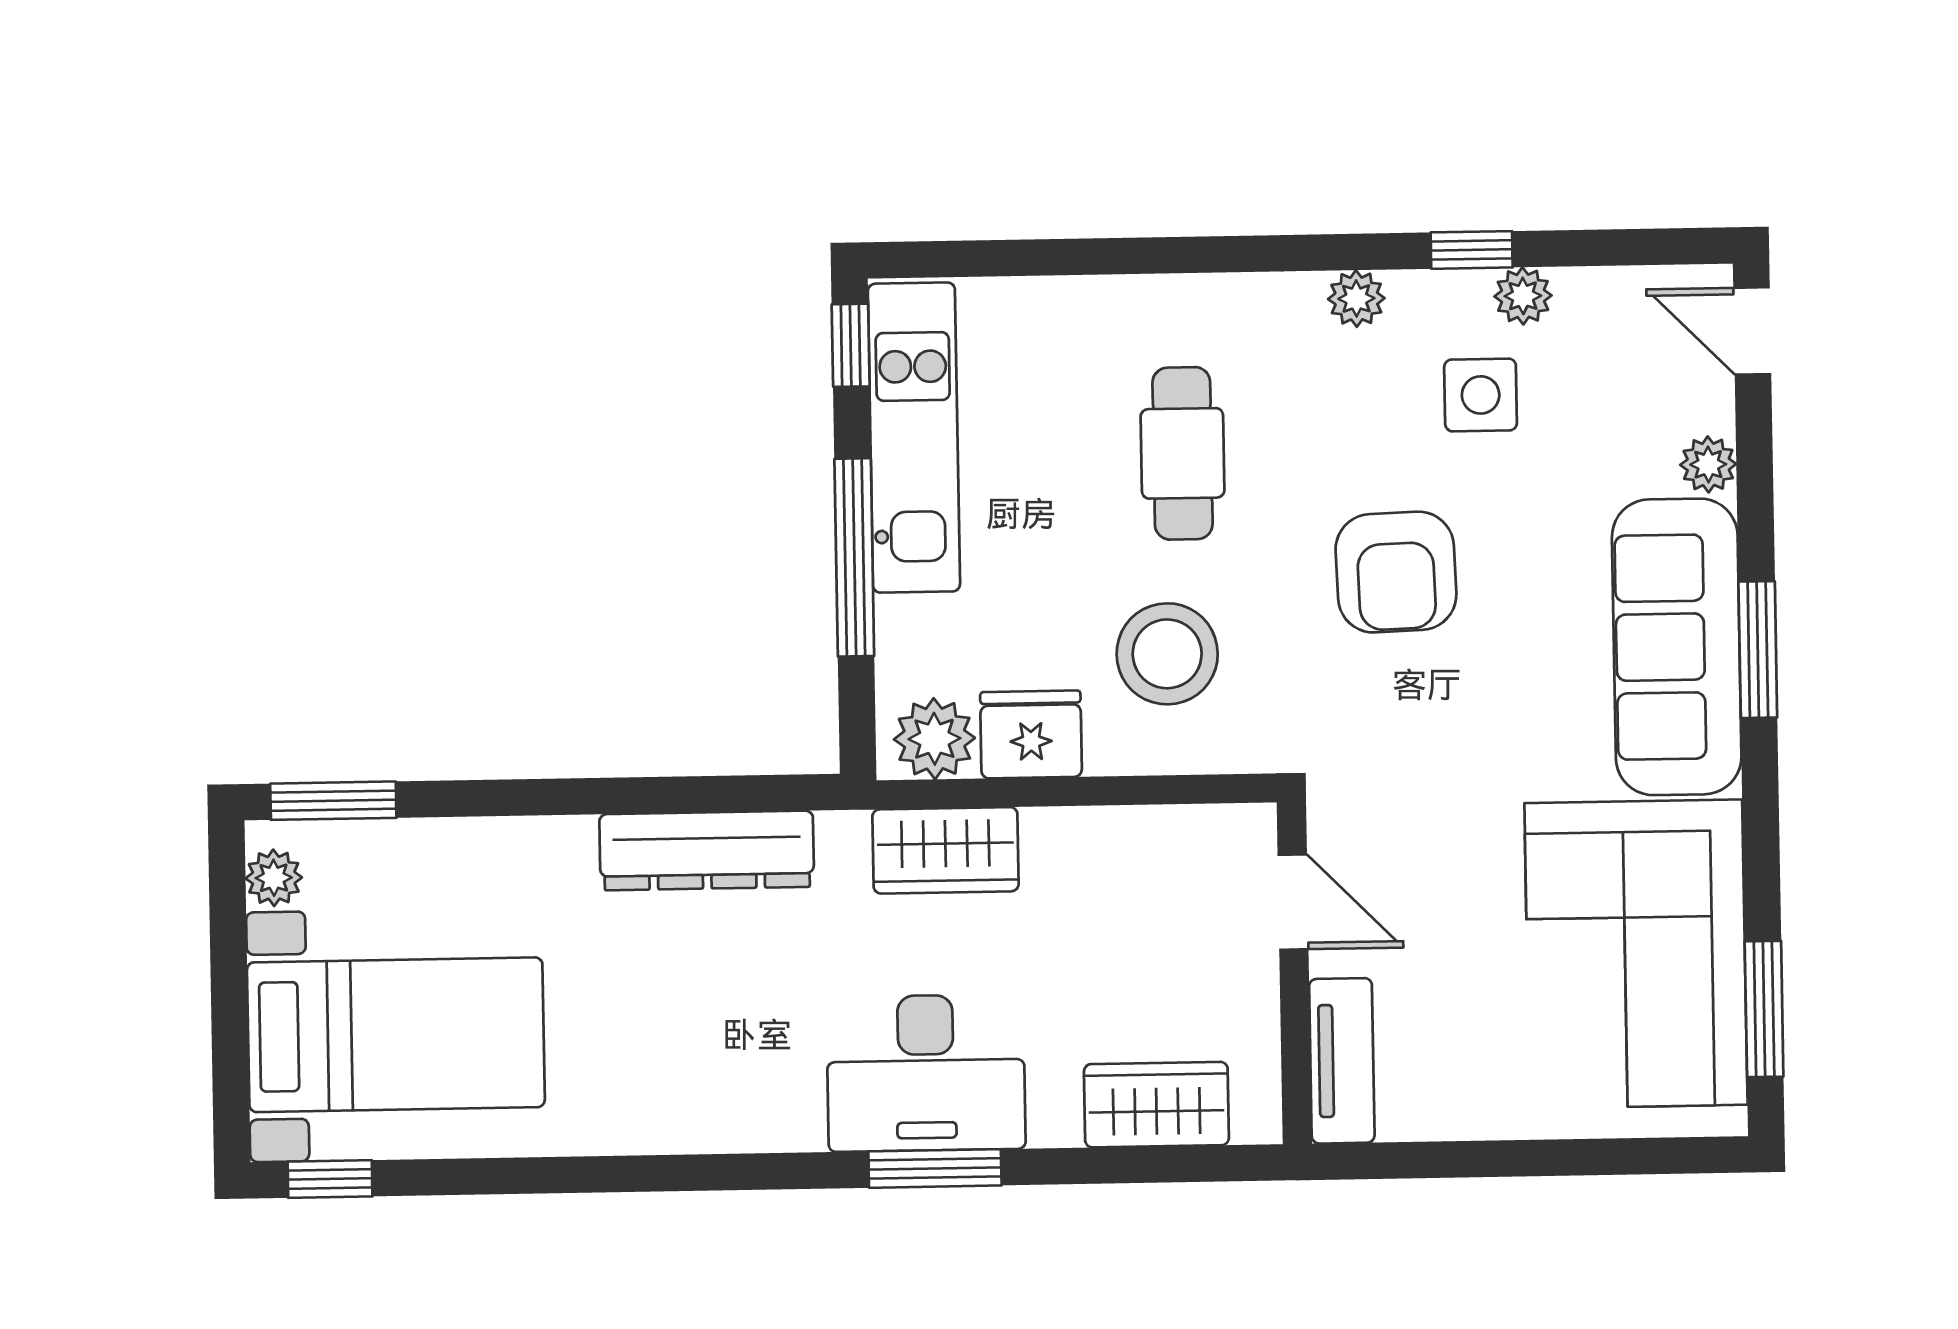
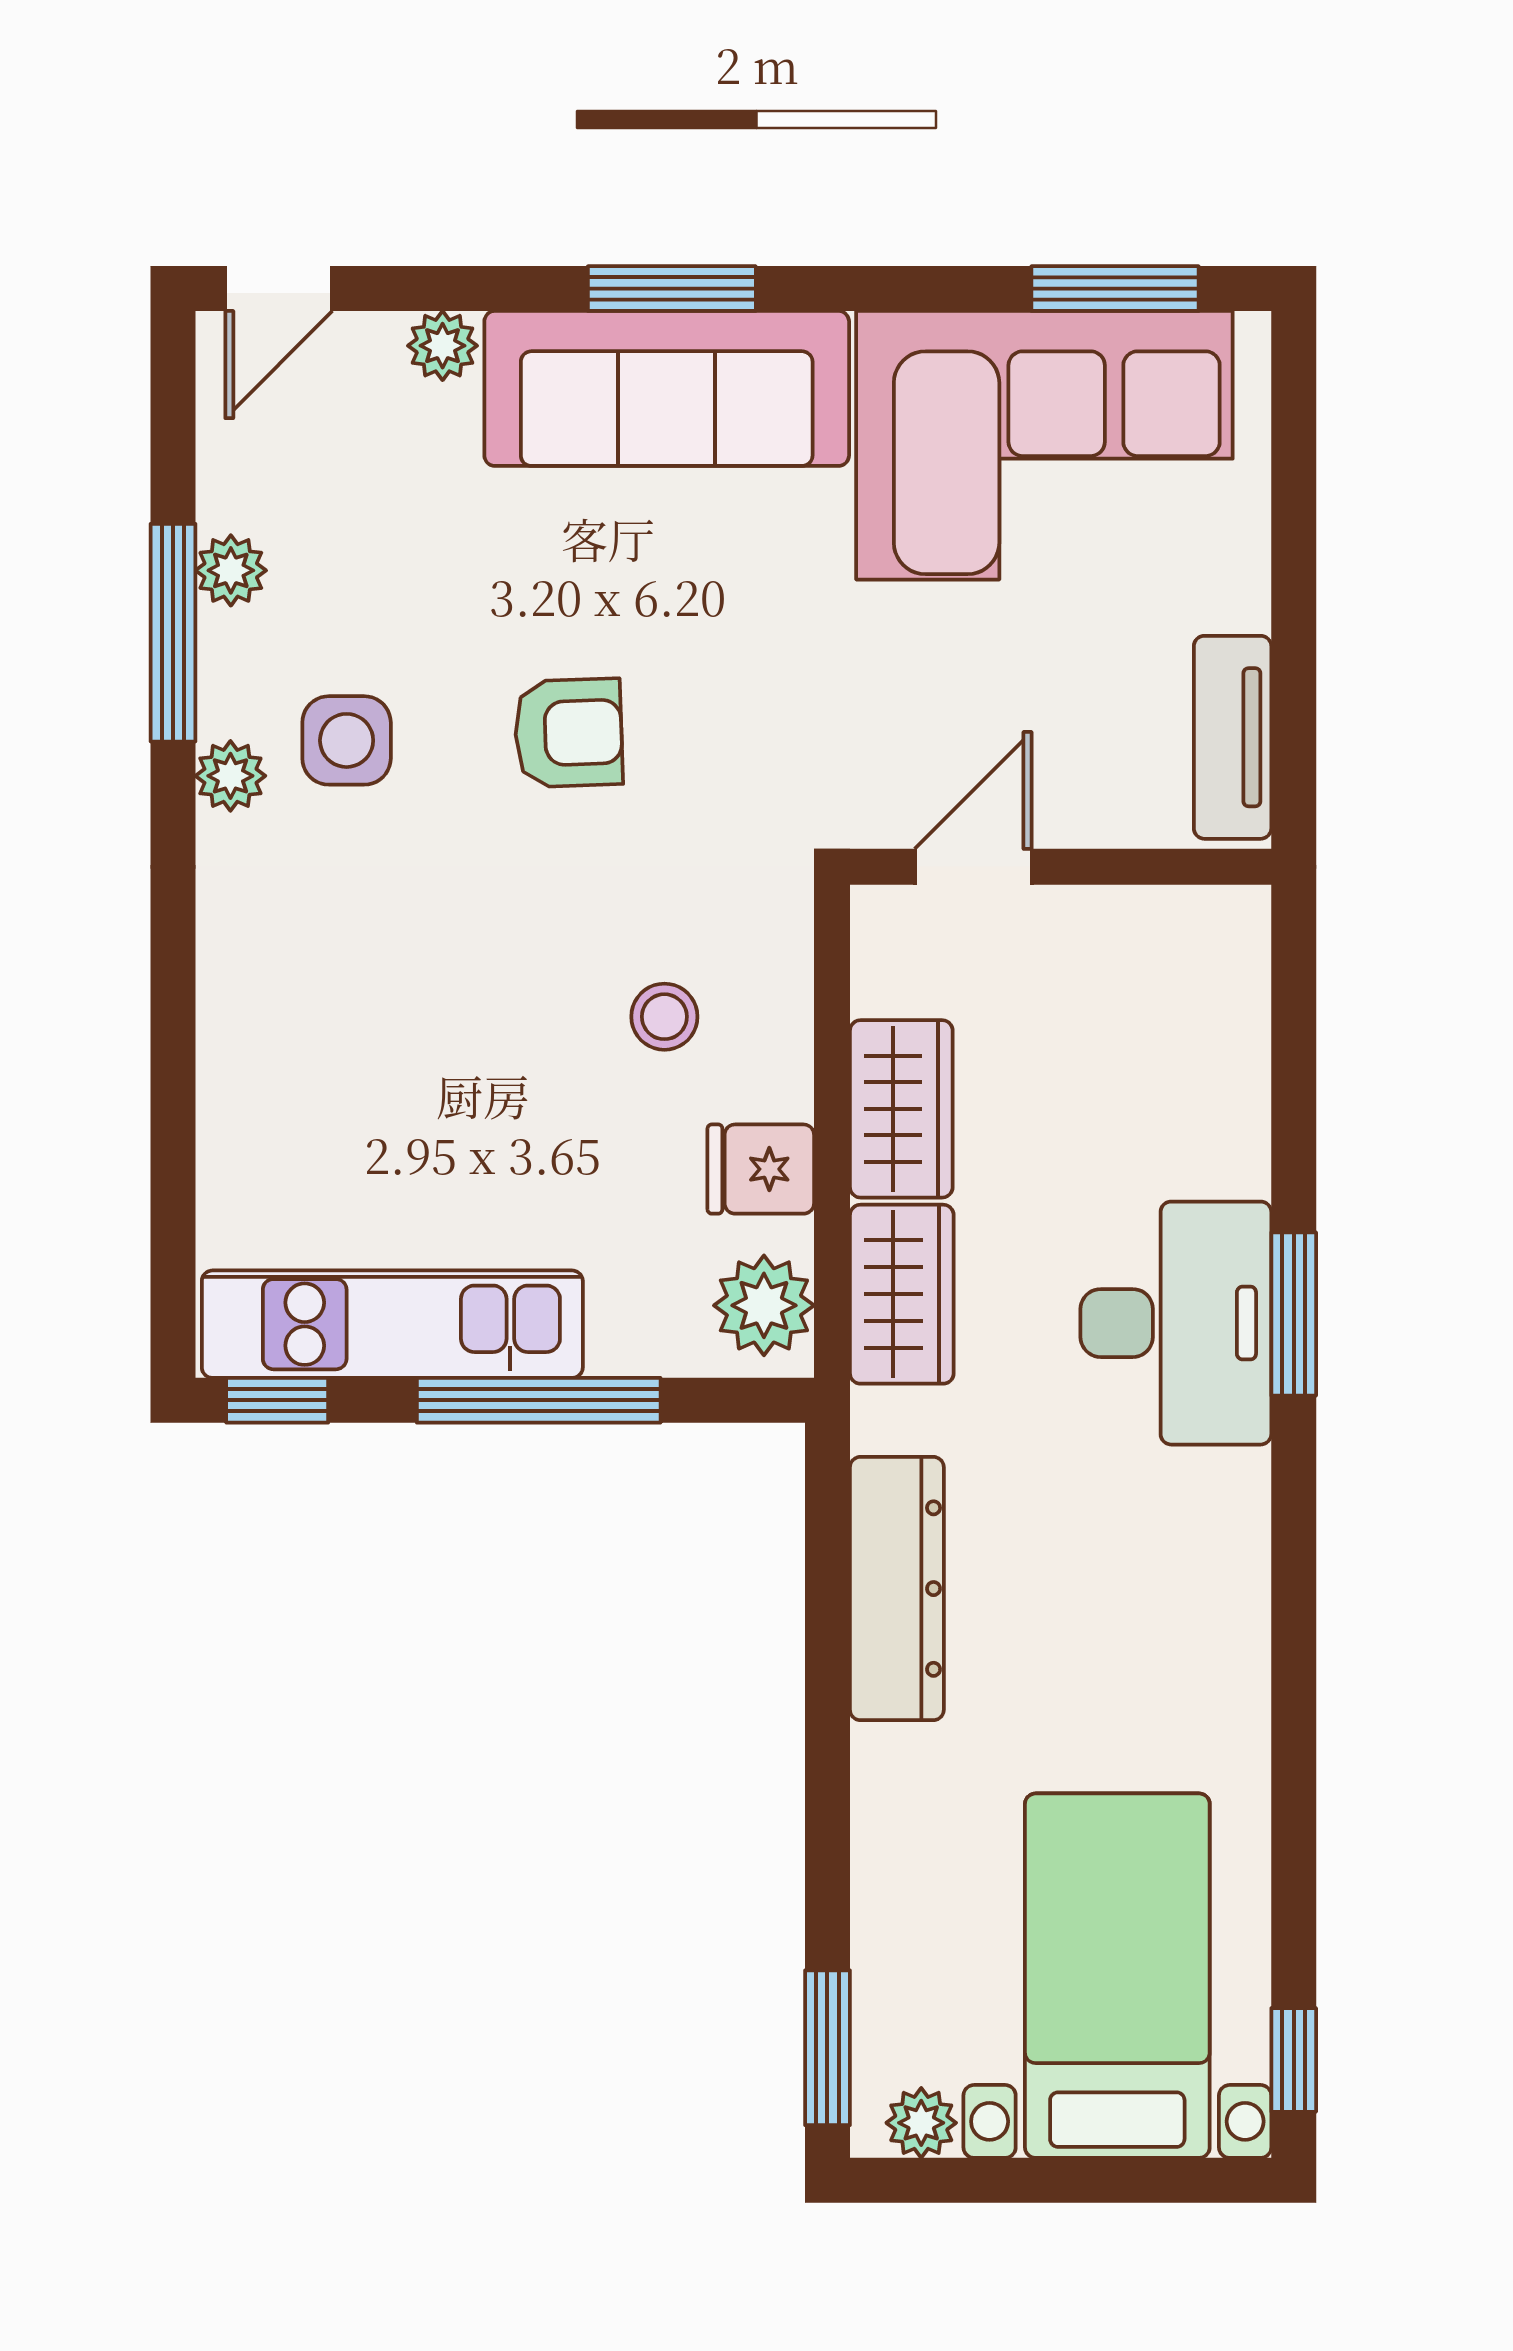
window: (1472, 250) -> (173, 633), width x2.17
side table: (1481, 395) -> (347, 740), moved
cafe table: (1183, 453) -> (418, 993), removed
armchair: (1396, 572) -> (568, 733), width x0.72, depth x0.72
stool: (1167, 654) -> (664, 1017), width x0.53, depth x0.53
fridge: (1031, 734) -> (761, 1169), width x0.72
tv unit: (1342, 1061) -> (1233, 737), moved, turned -90
wardrobe: (1156, 1105) -> (901, 1109), moved, turned 180

